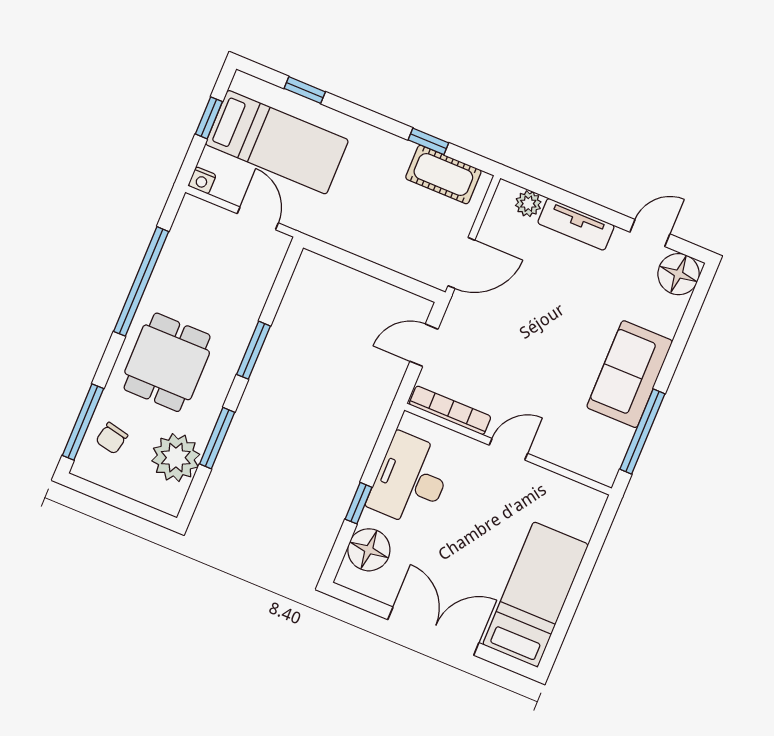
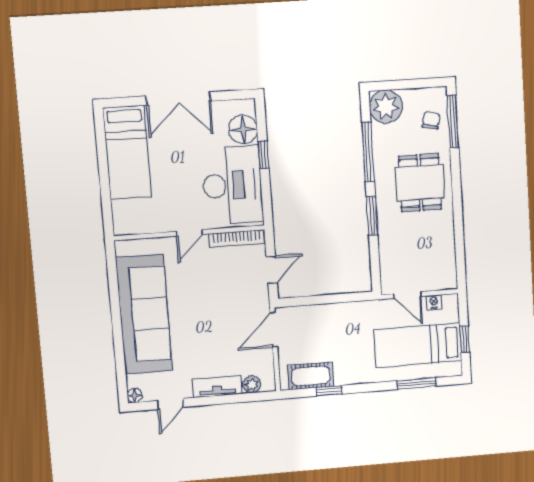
window: (305, 90) -> (416, 383), width x1.50
nightstand: (202, 180) -> (434, 302), moved
floor lamp: (679, 274) -> (135, 395), width x0.53, depth x0.53
window: (141, 281) -> (458, 223), removed
sofa: (630, 374) -> (144, 314), width x1.85, depth x1.27
window: (642, 431) -> (113, 284), removed
window: (217, 438) -> (368, 152), width x1.44
plant: (176, 458) -> (386, 107), moved
desk: (410, 480) -> (232, 185), width x1.36, depth x1.30

